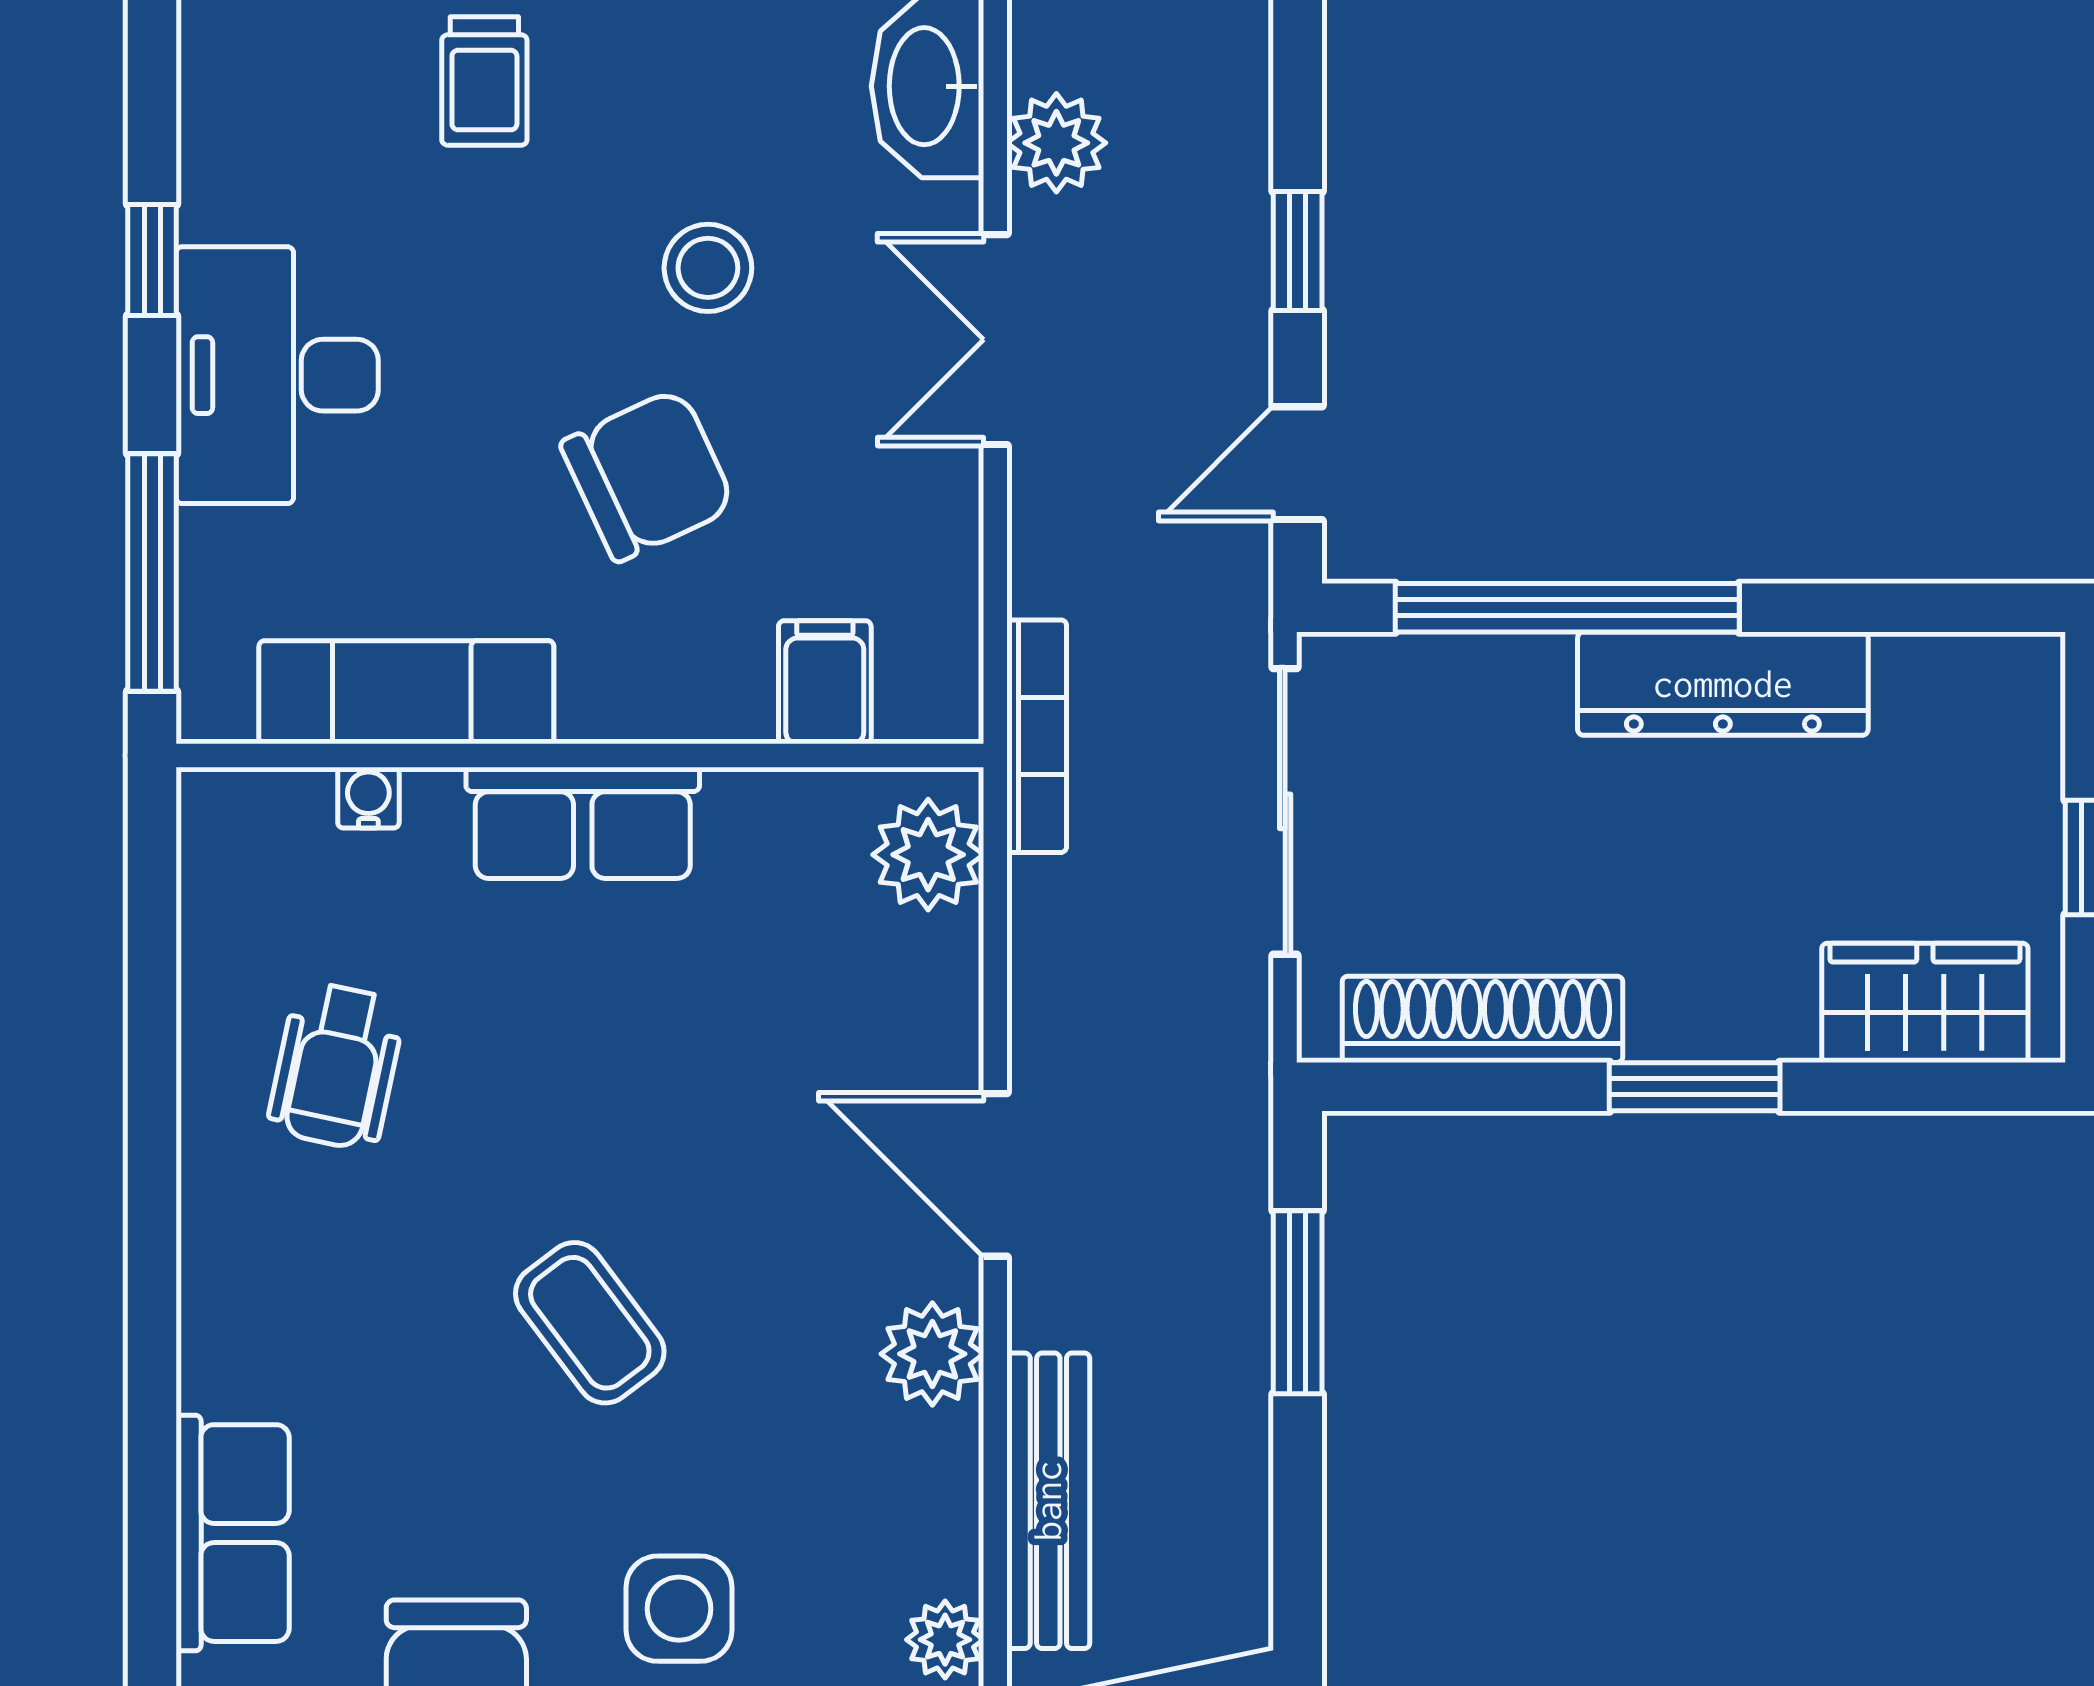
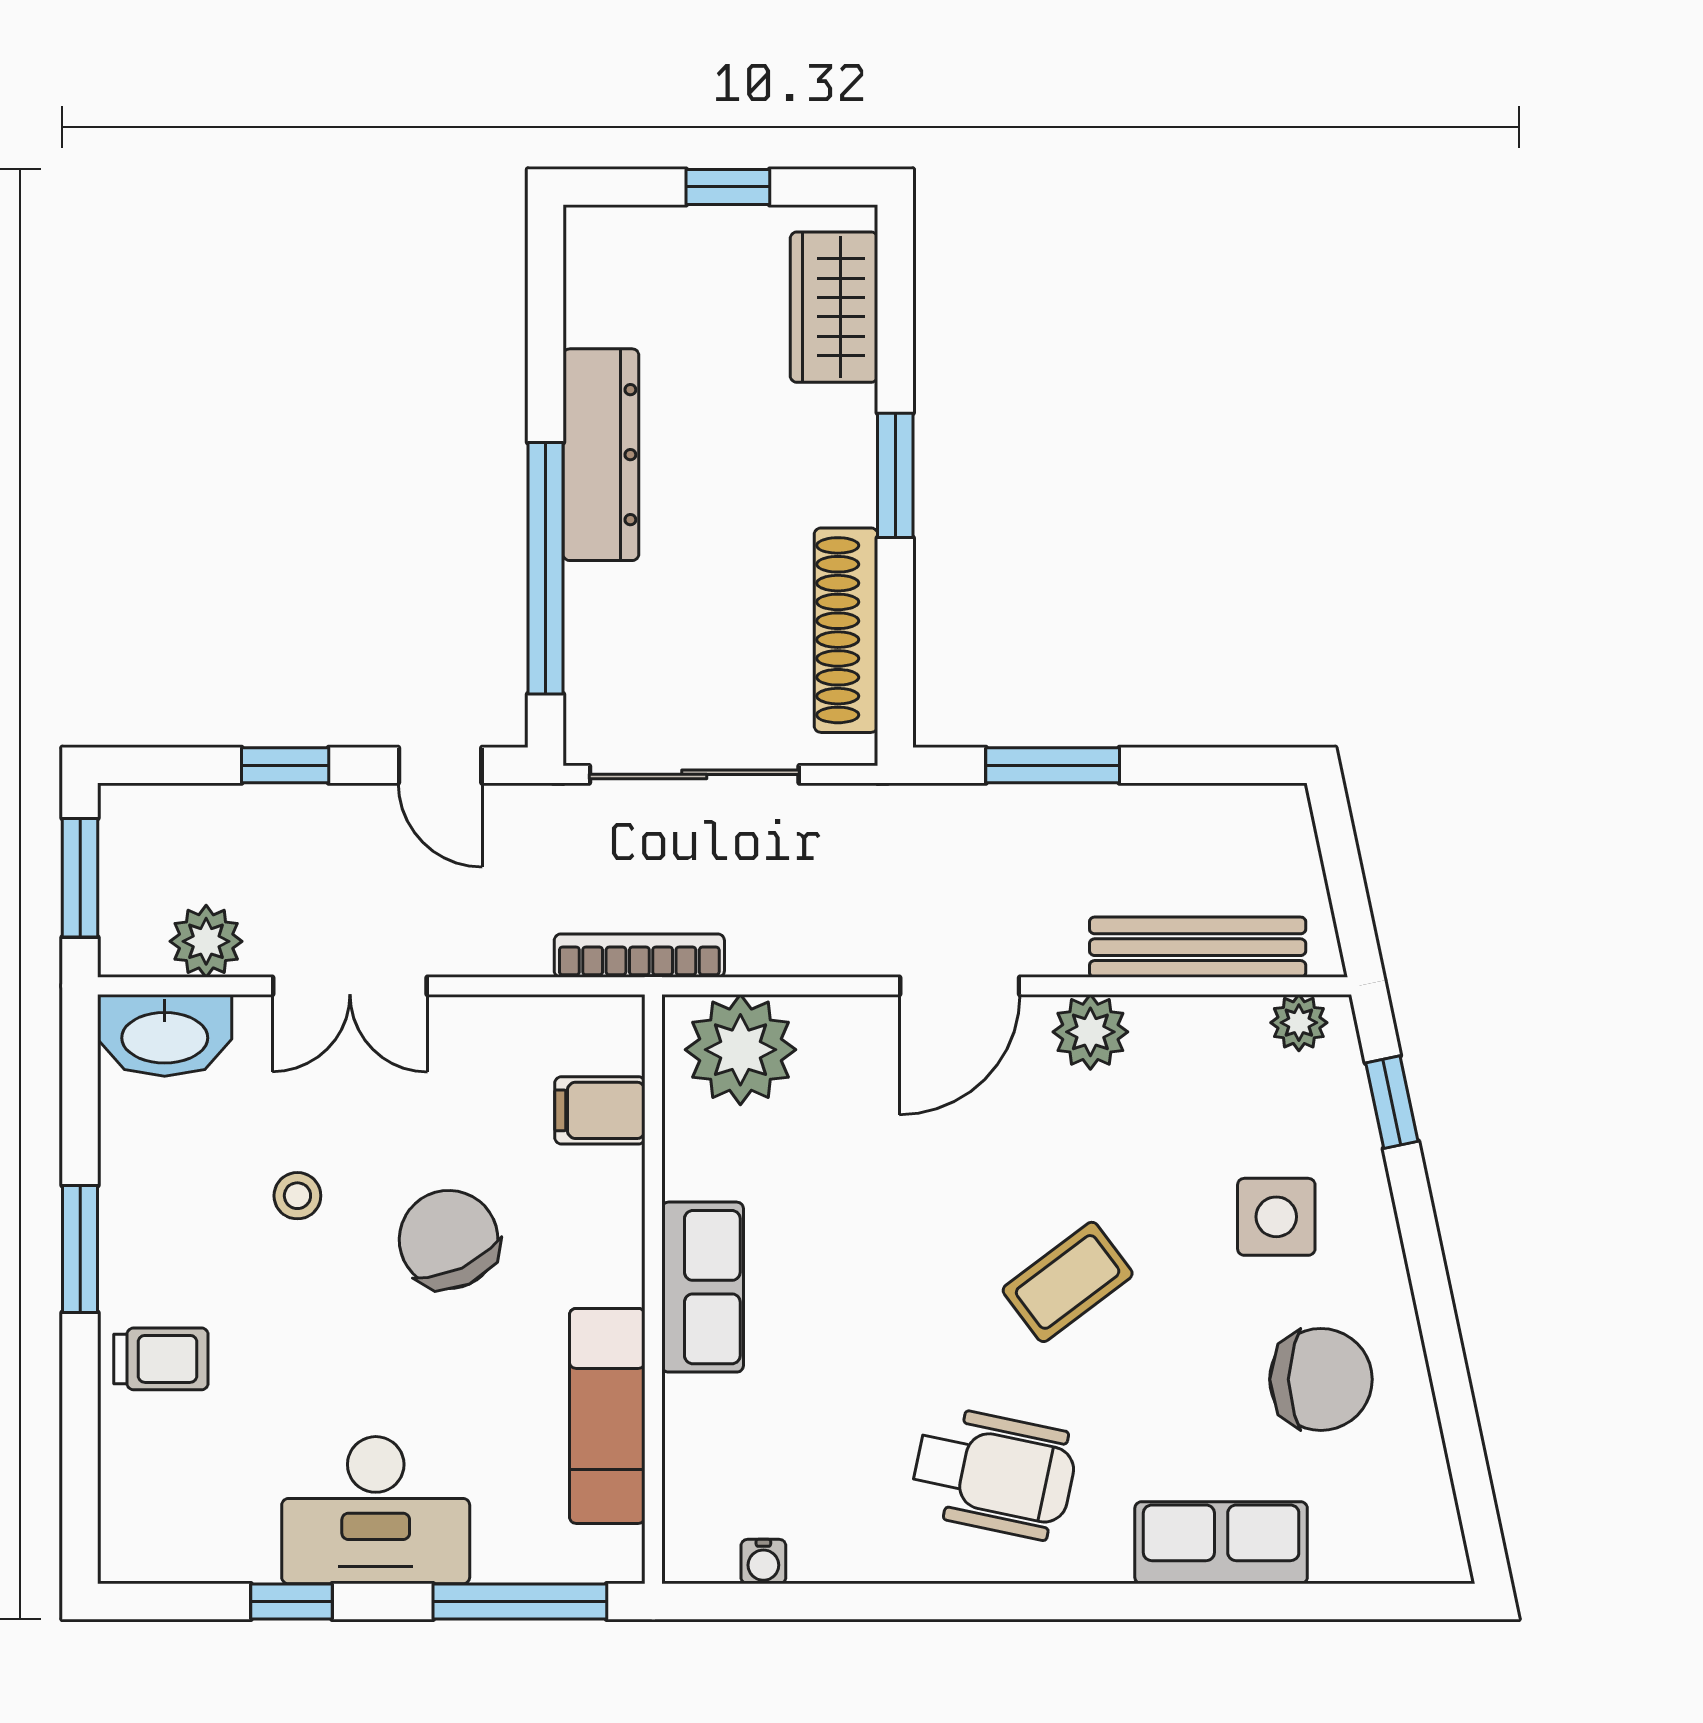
stool: (708, 268) -> (297, 1196), width x0.73, depth x0.73
water cooler: (368, 798) -> (763, 1562), moved, turned -90
plant: (928, 855) -> (740, 1050), width x1.36, depth x1.36
wheelchair: (336, 1066) -> (994, 1473), moved, width x1.36, depth x1.37

